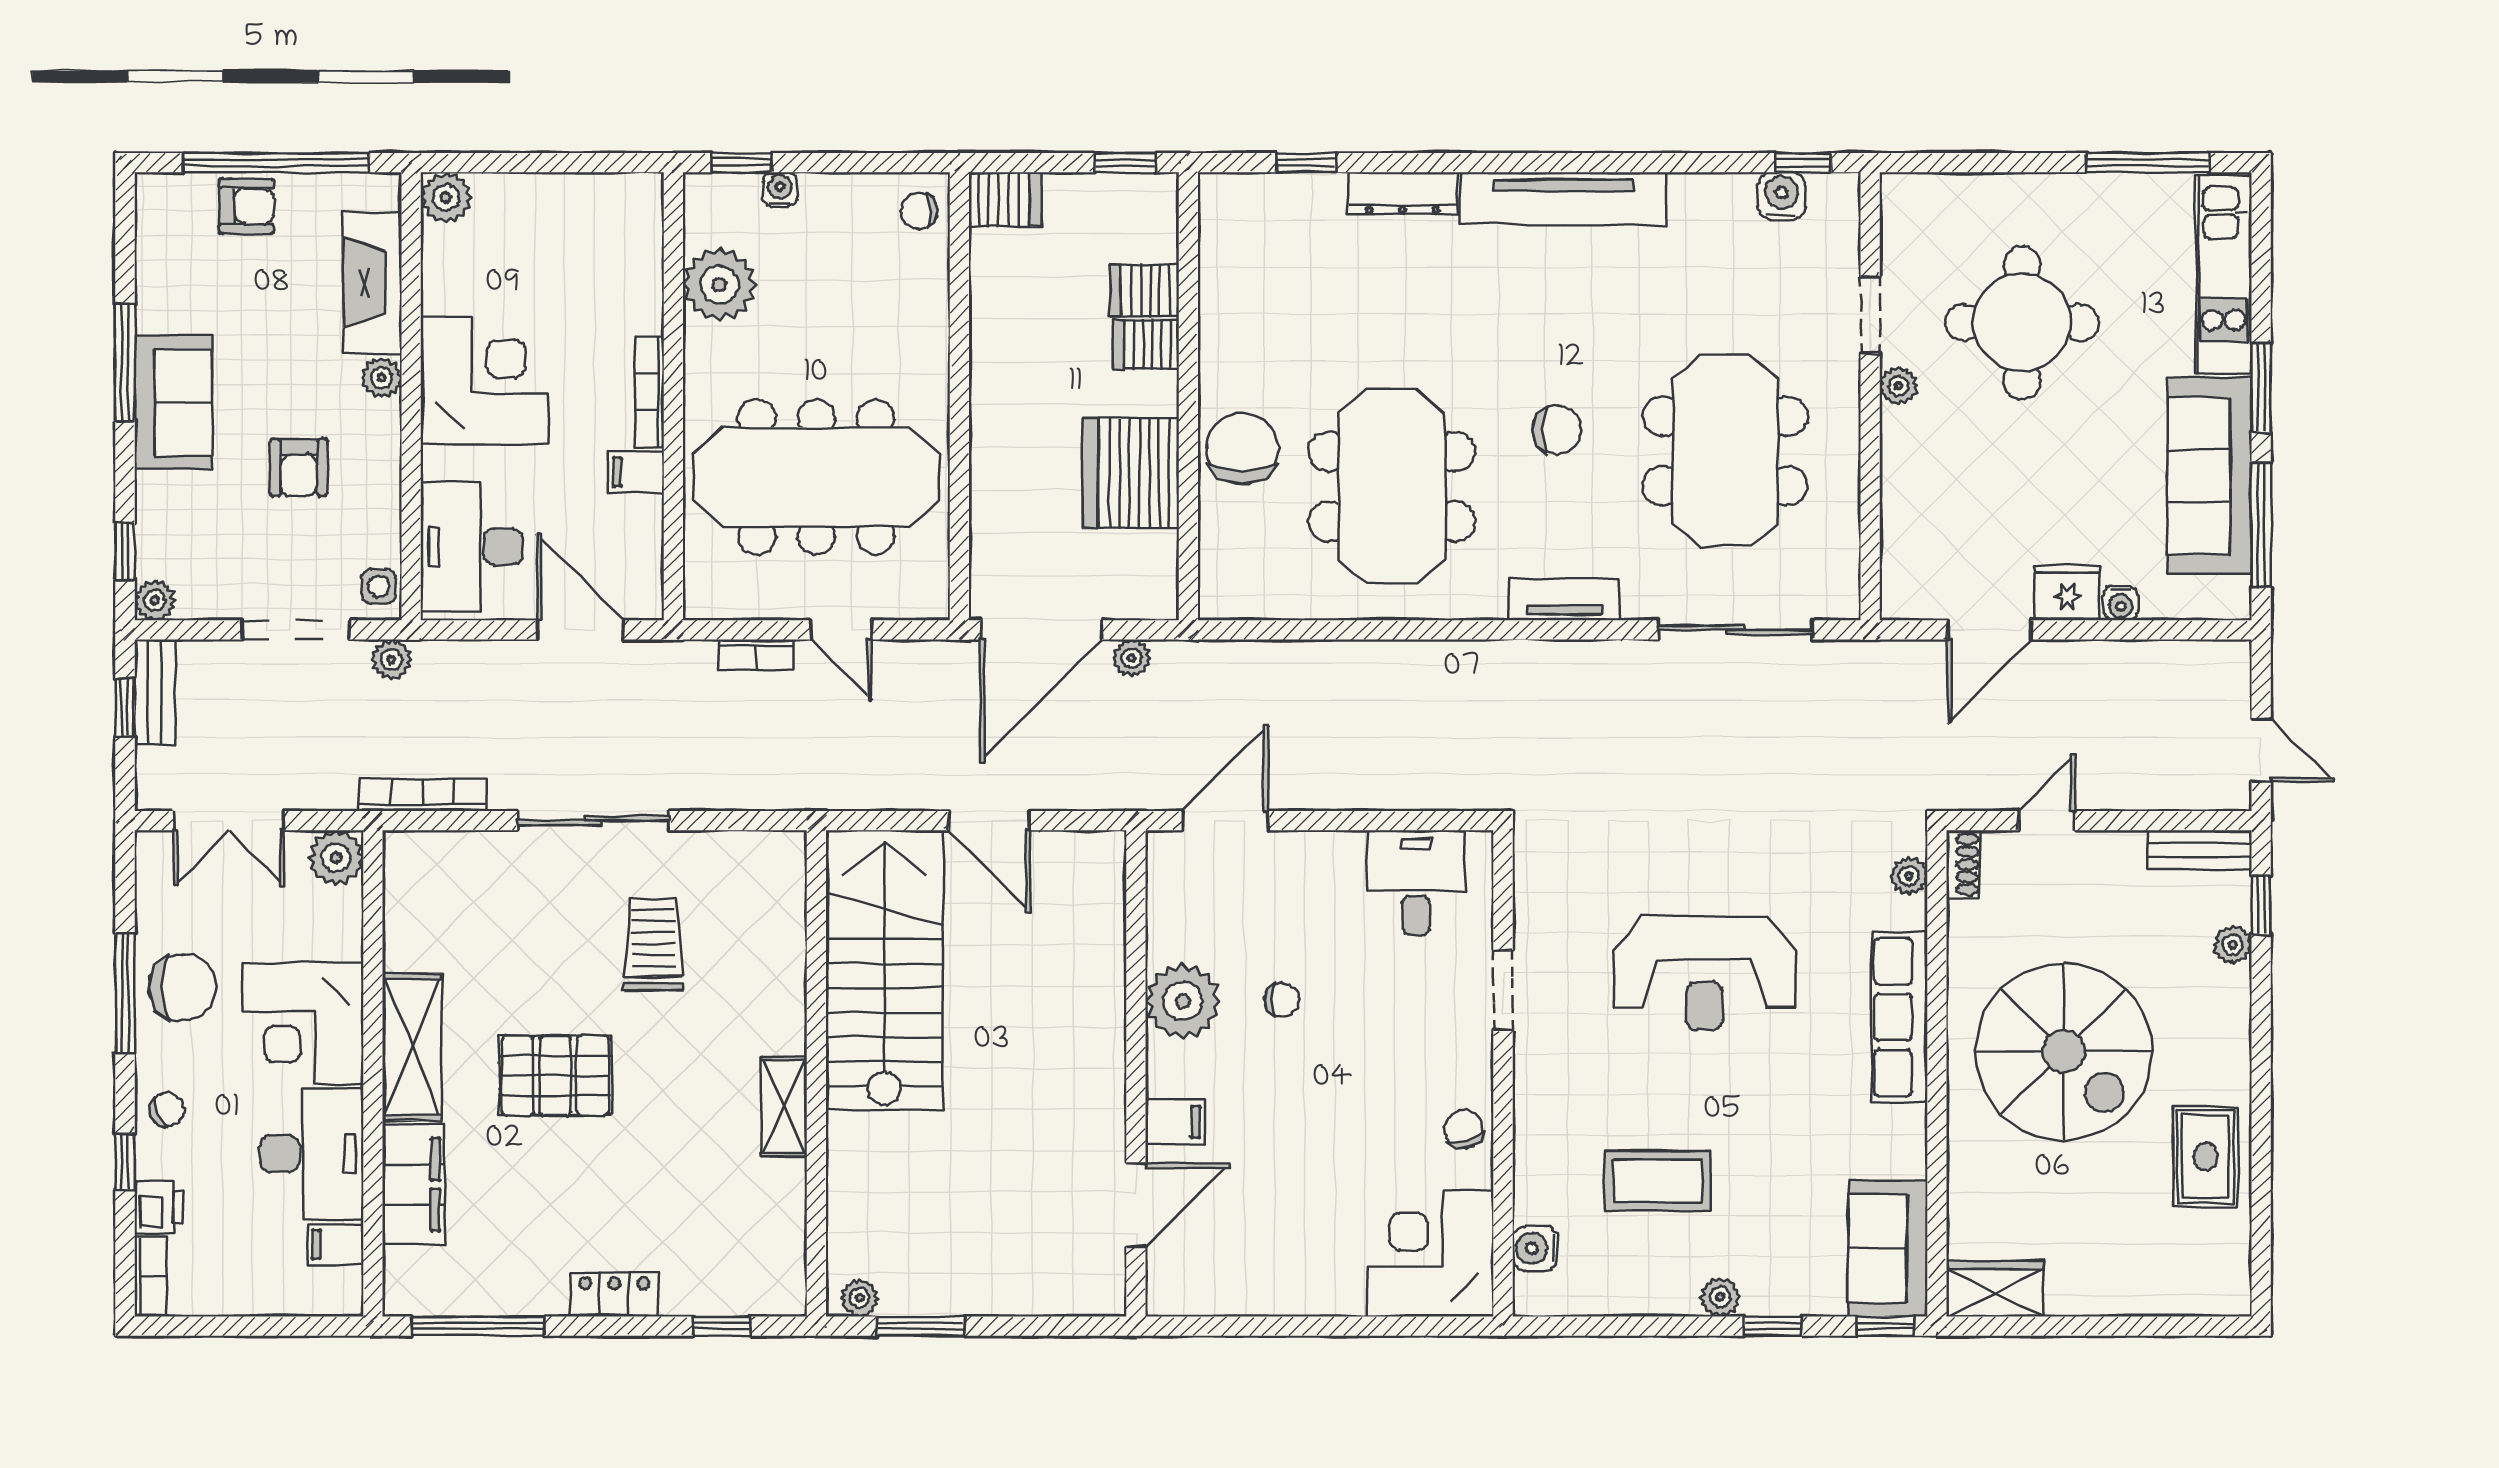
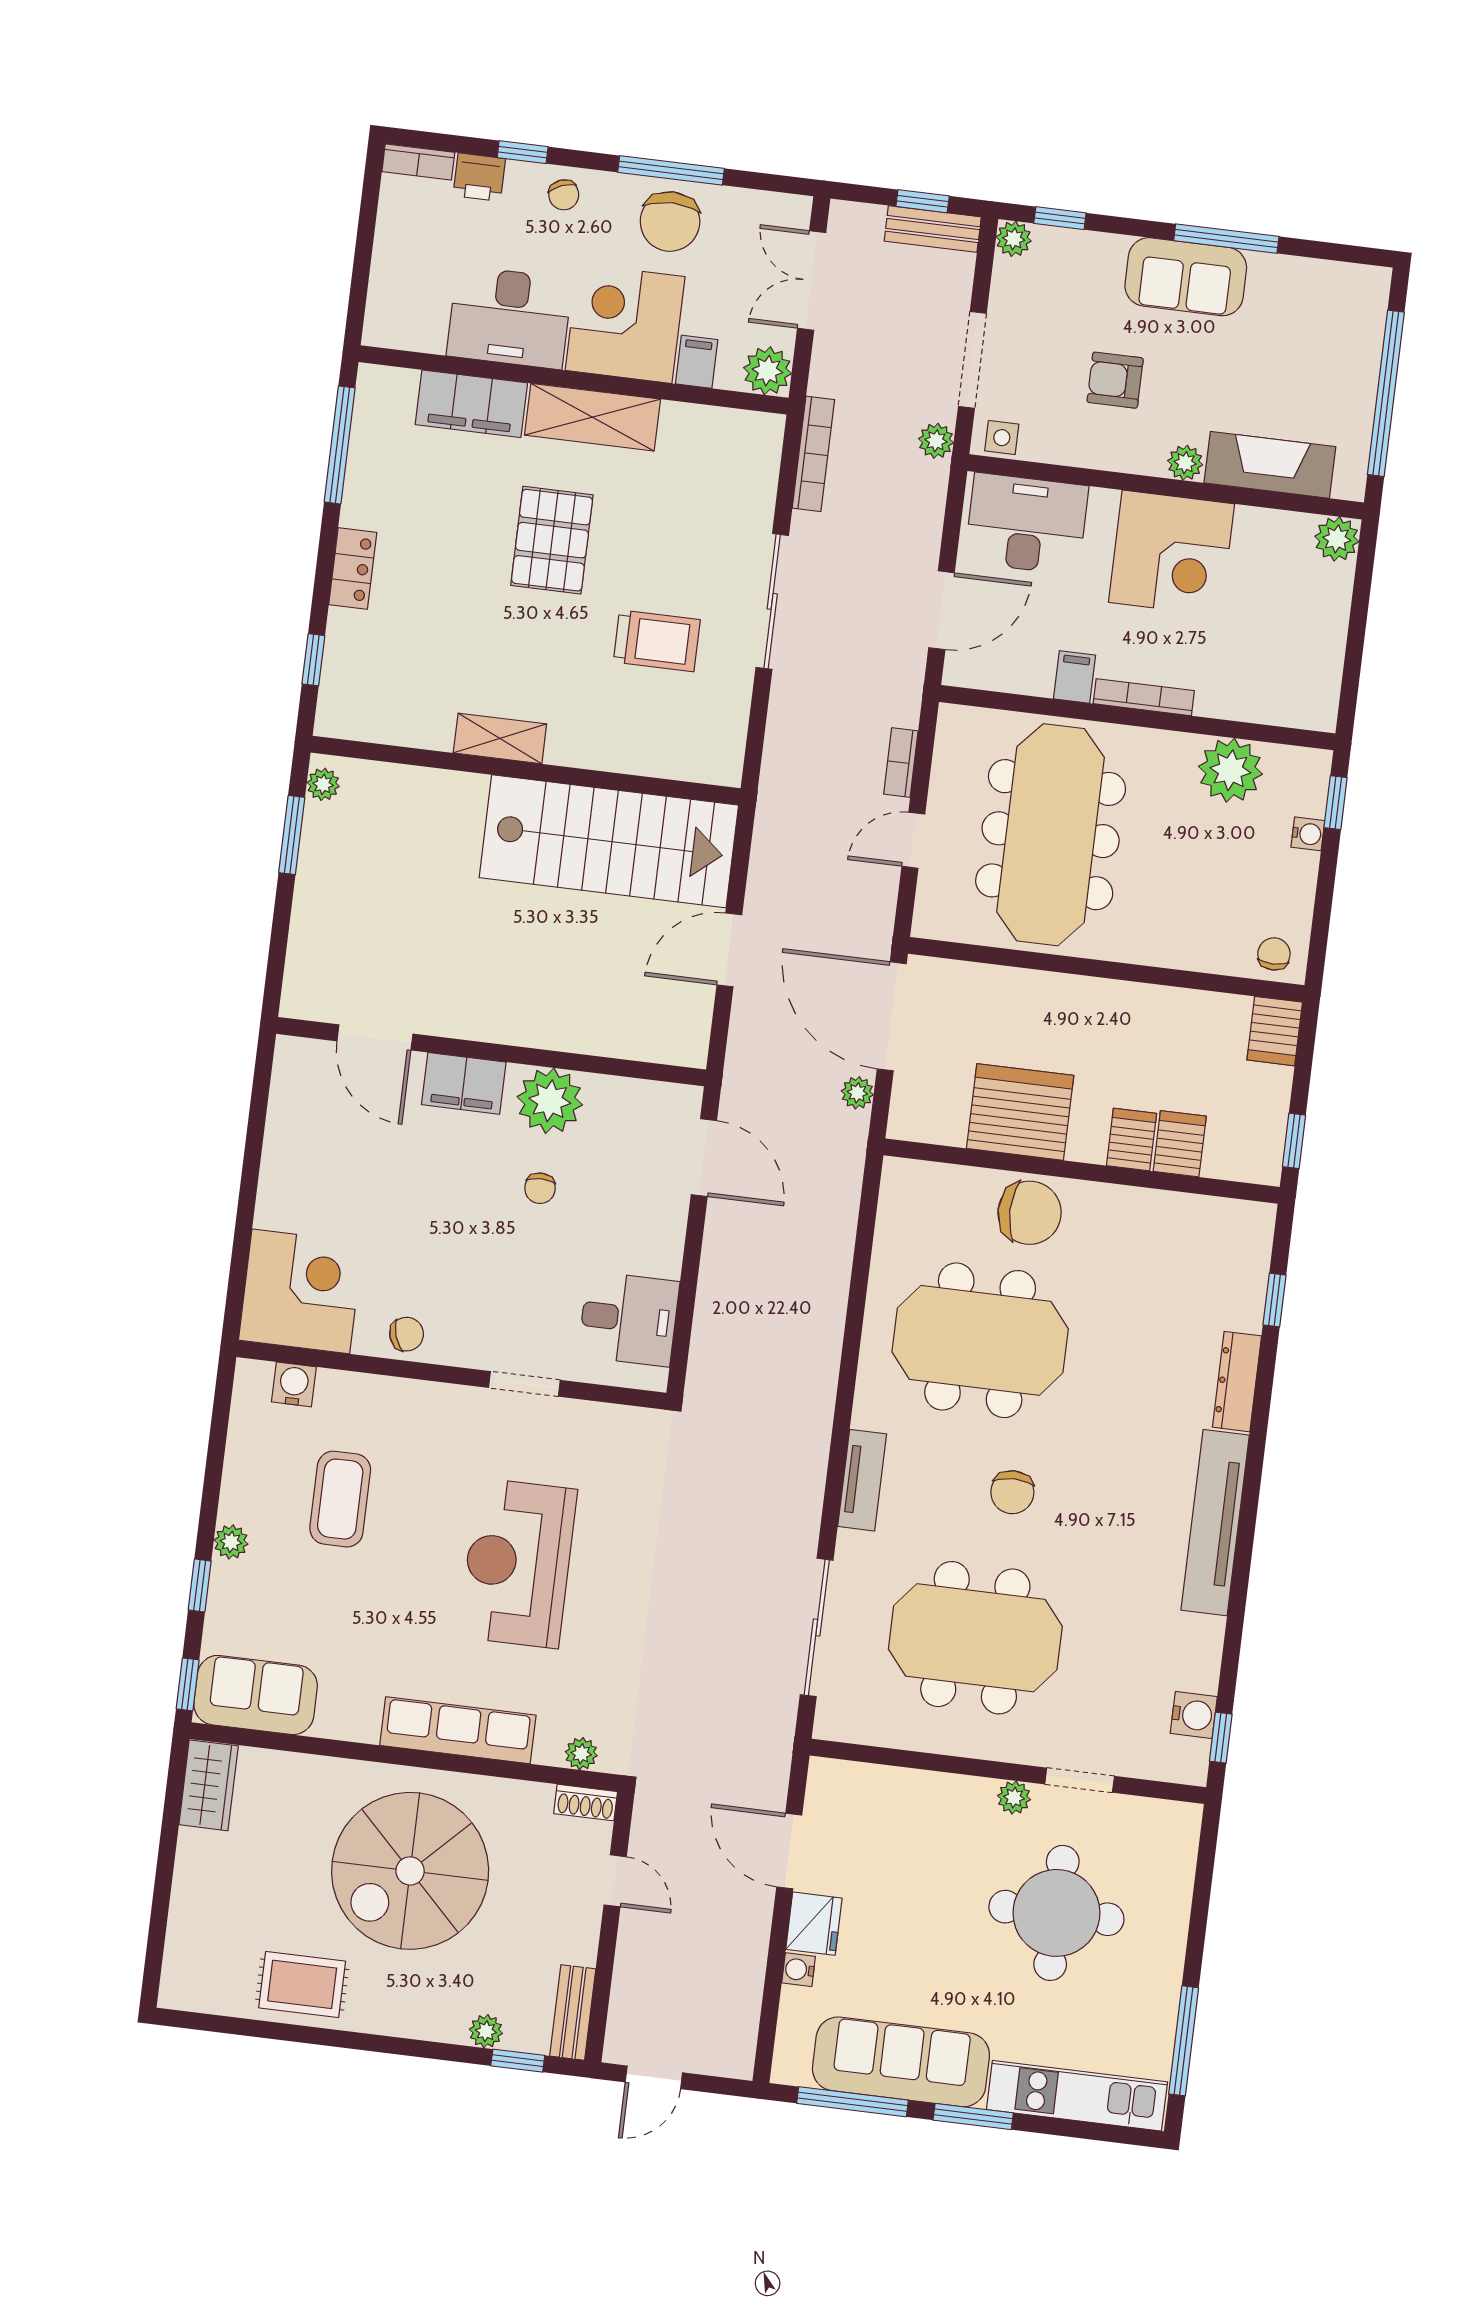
armchair: (246, 206) -> (1351, 362), removed
filing cabinet: (1175, 1122) -> (464, 1083), width x2.00
filing cabinet: (336, 1244) -> (697, 362), moved

